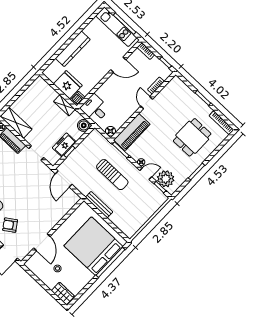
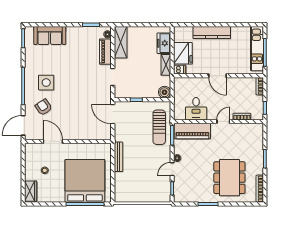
door: (118, 65) -> (218, 76), moved
desk: (95, 108) -> (196, 109), moved, turned 180
floor lamp: (110, 131) -> (179, 115), removed
dining table: (192, 137) -> (229, 178), width x1.38
freezer: (64, 145) -> (164, 43), moved, turned -90
door: (146, 174) -> (172, 169), swing flipped
sun lounger: (112, 175) -> (159, 127), moved
door: (64, 179) -> (113, 114), hinge flipped
plant: (166, 179) -> (182, 187), removed
door: (42, 242) -> (53, 141), swing flipped

